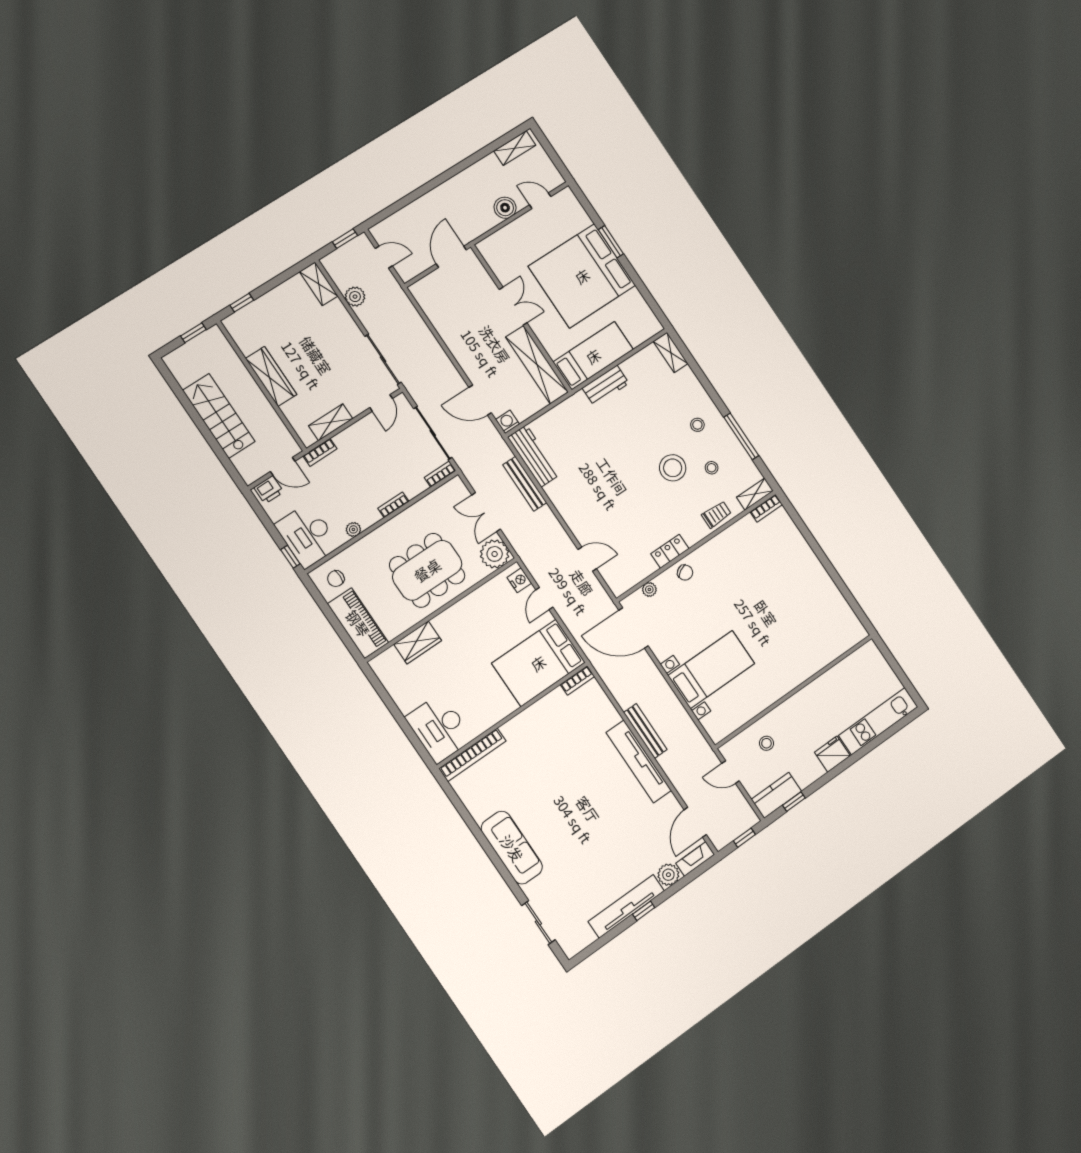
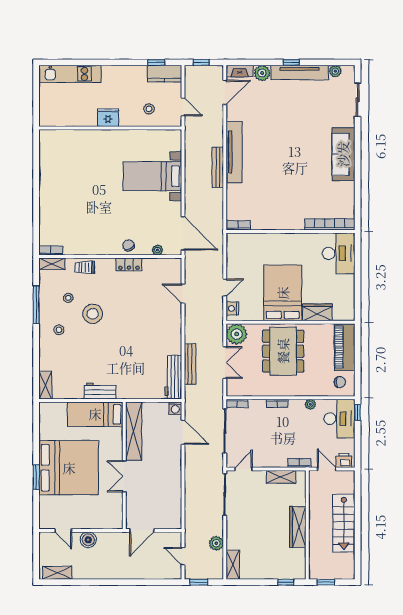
dining table: (427, 570) -> (283, 351), turned 90
bed: (538, 663) -> (283, 293), moved, turned -90
fridge: (832, 754) -> (108, 118), moved, turned 180
plant: (587, 937) -> (335, 71), added

